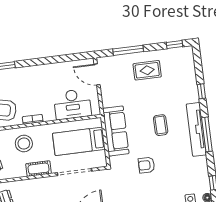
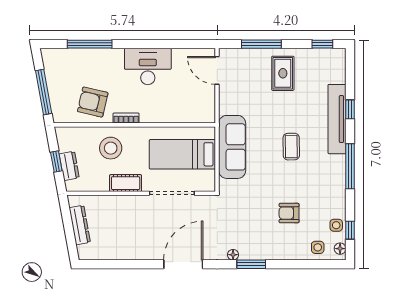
rug: (147, 70) -> (283, 73), turned 90
desk: (72, 104) -> (148, 67), moved, turned 180
tv unit: (196, 129) -> (337, 119), moved
armchair: (146, 165) -> (289, 213), moved
side table: (202, 180) -> (336, 225), added

